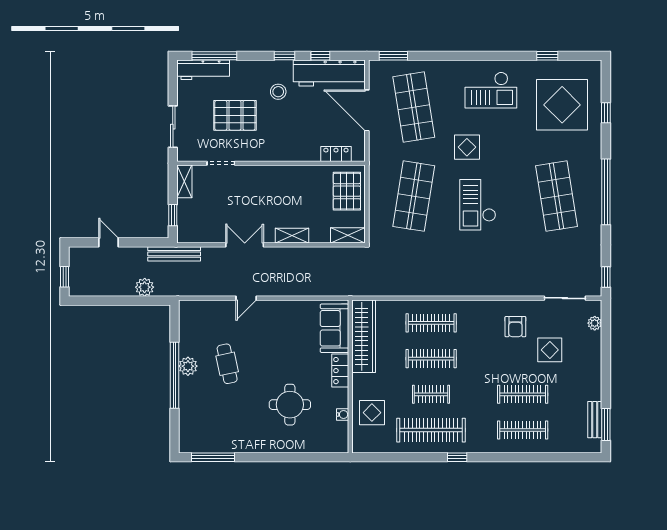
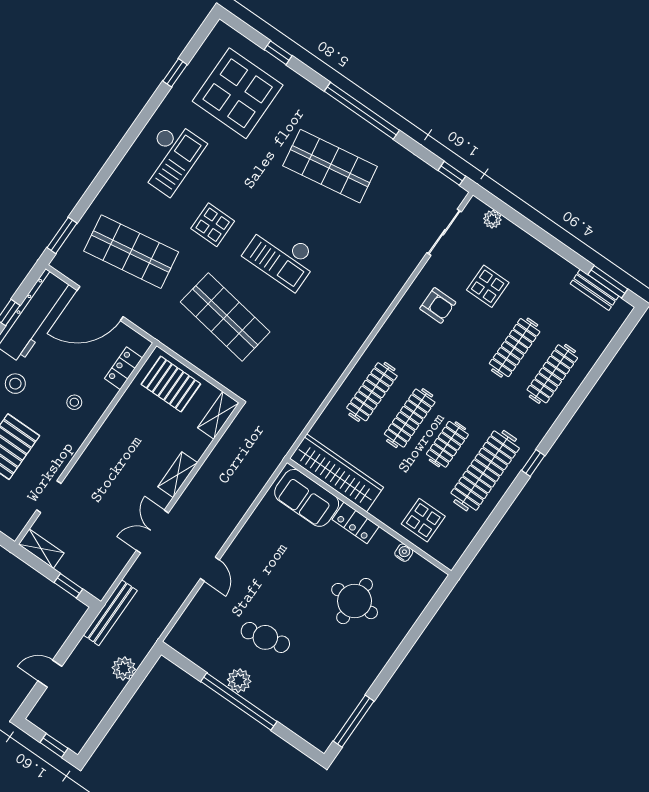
stool: (292, 138) -> (74, 402), added

